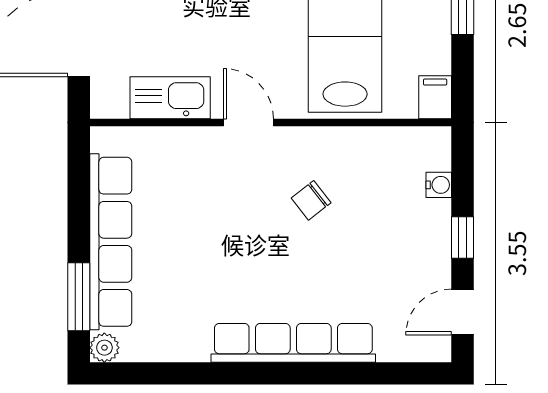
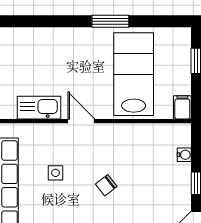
chair: (311, 200) -> (106, 185), moved
side table: (201, 218) -> (56, 173), added

